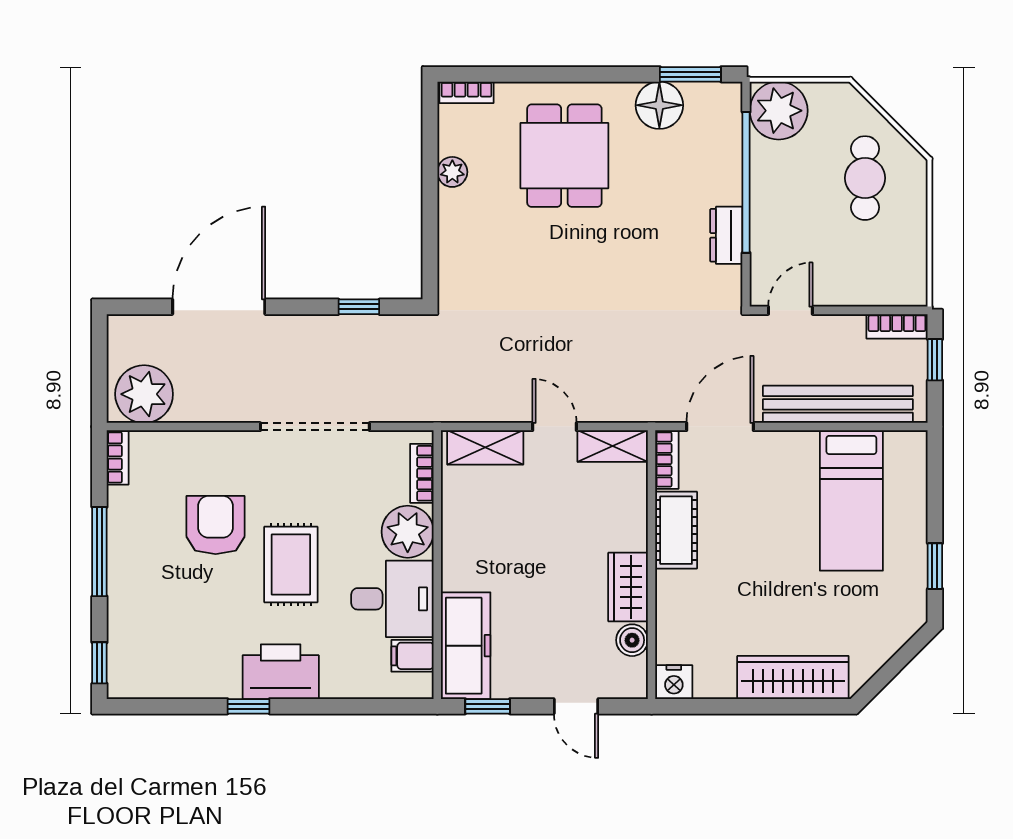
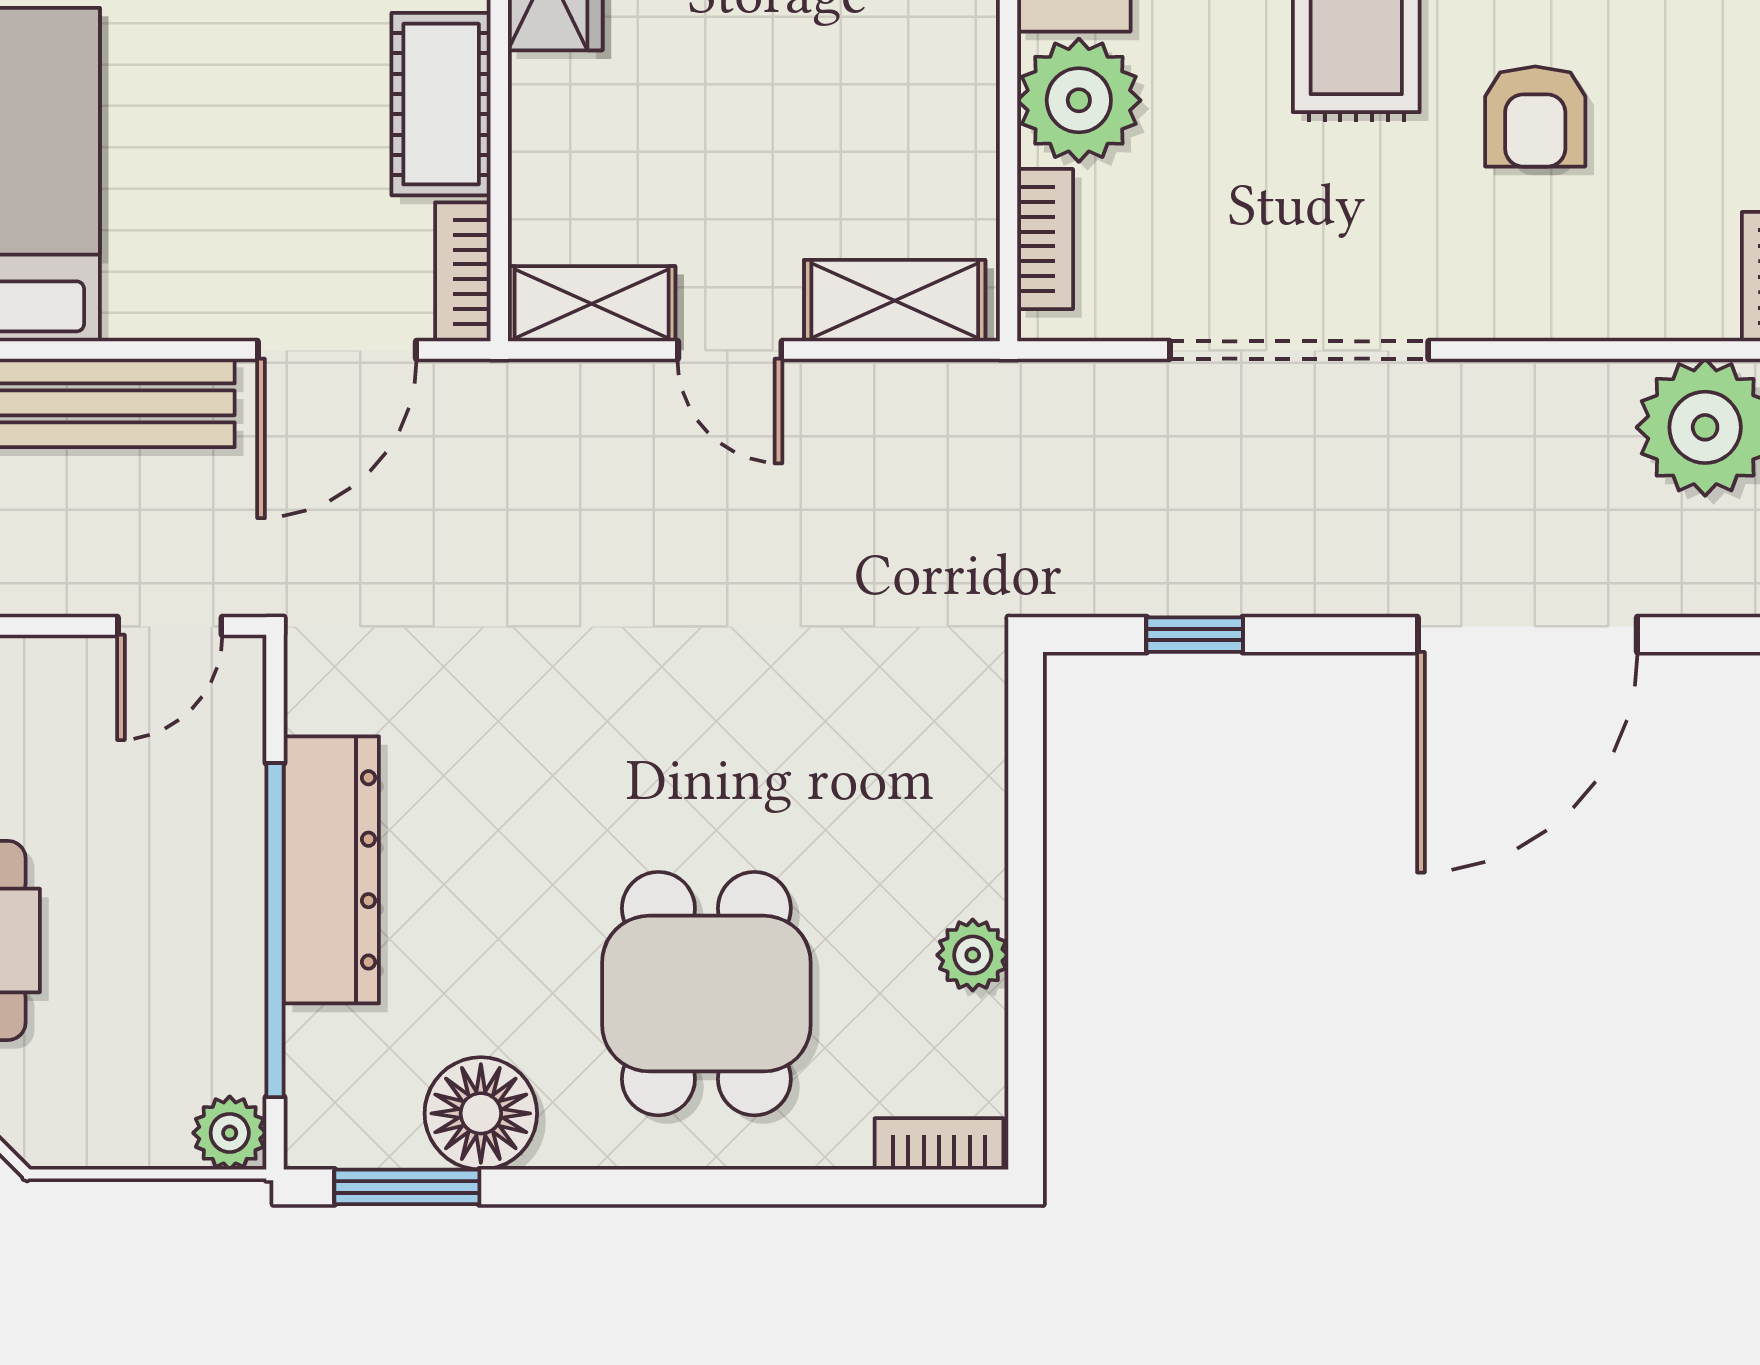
plant: (779, 111) -> (230, 1133), width x0.53, depth x0.53
dresser: (726, 235) -> (331, 870), width x1.96, depth x1.24
armchair: (216, 525) -> (1535, 116), width x0.72, depth x0.72

